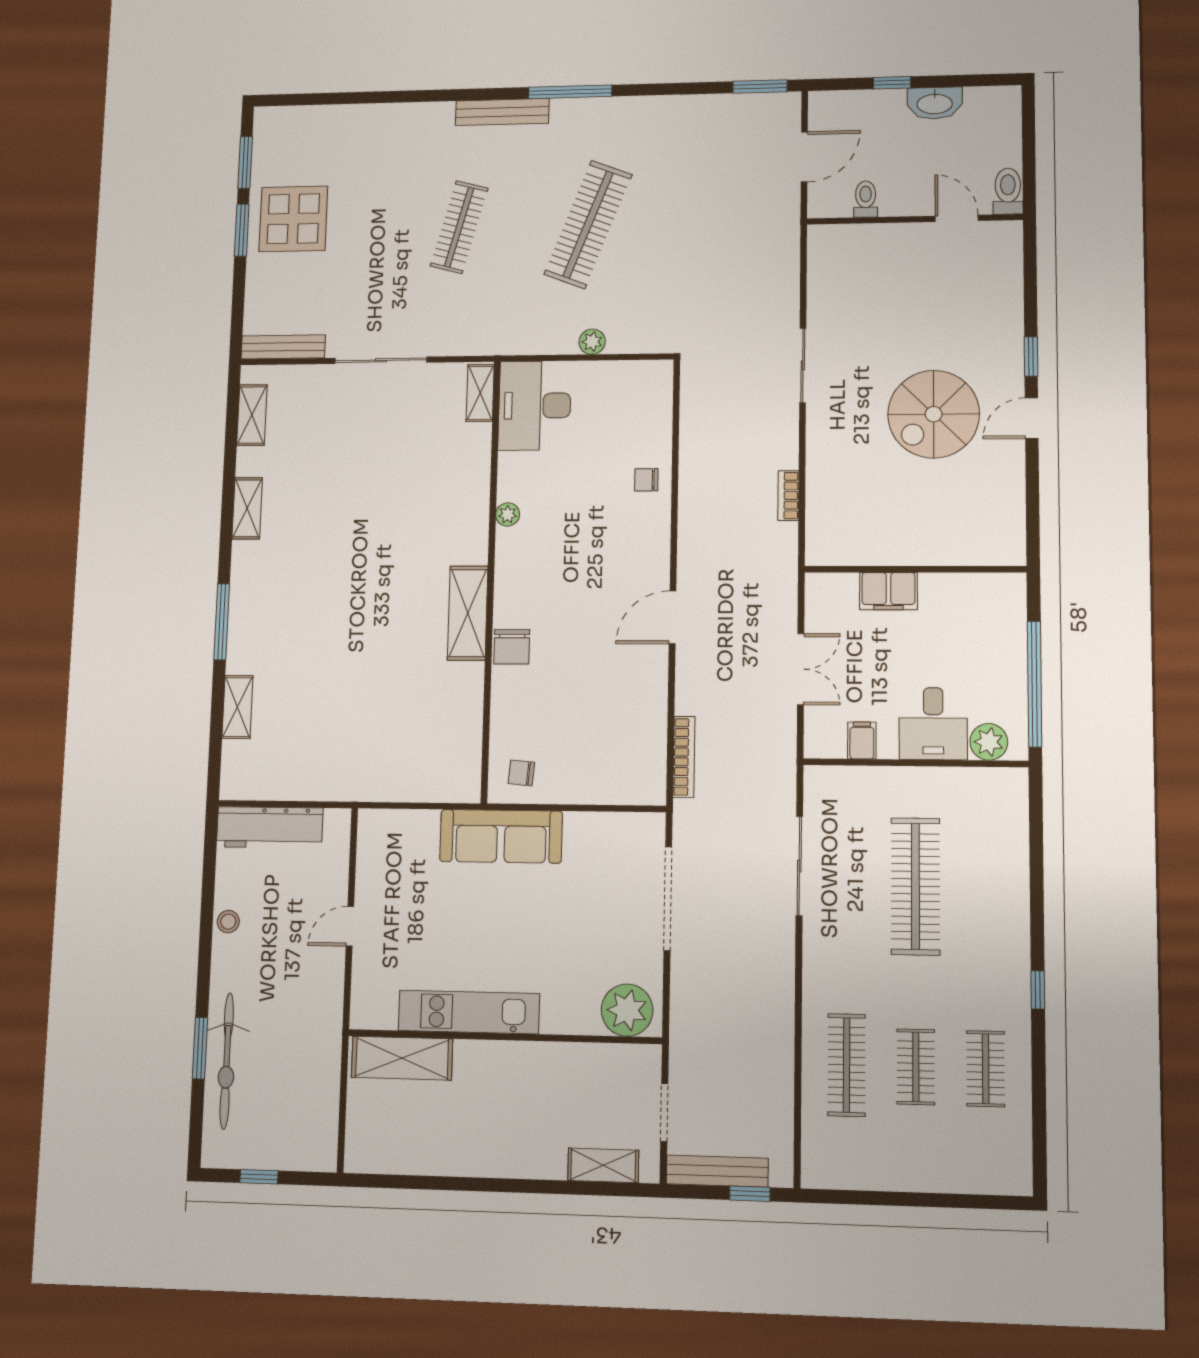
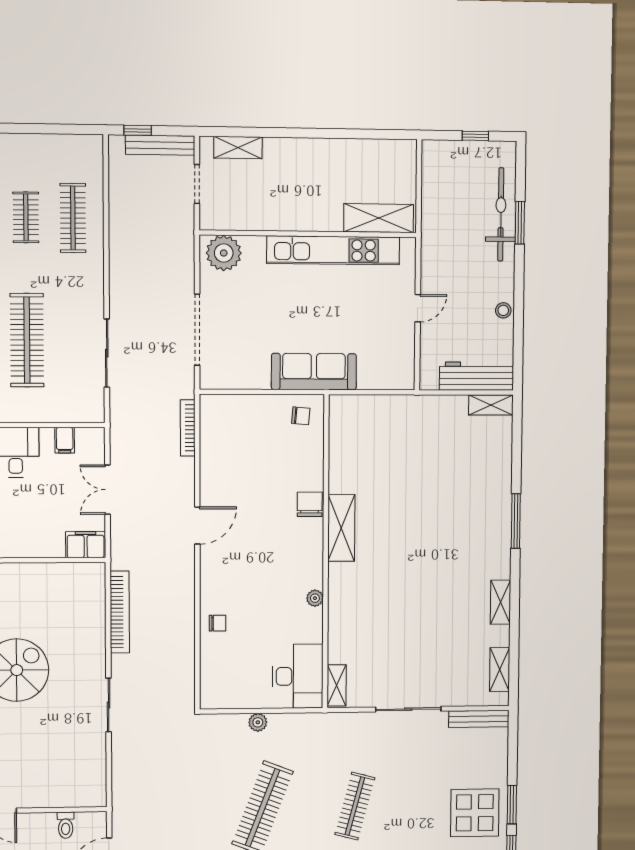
bookcase: (788, 496) -> (120, 612), width x2.31, depth x1.31
filing cabinet: (888, 591) -> (86, 545), moved
shelving: (237, 707) -> (491, 405), moved, turned 90
kitchen unit: (469, 1012) -> (333, 250), width x1.36

